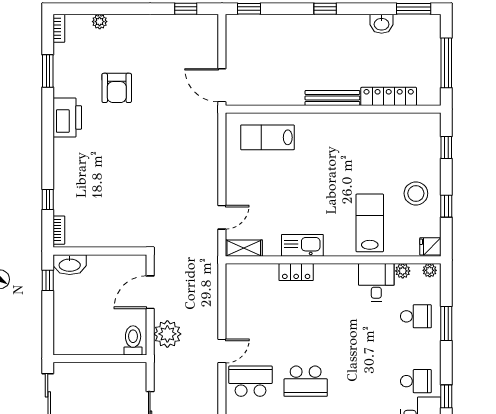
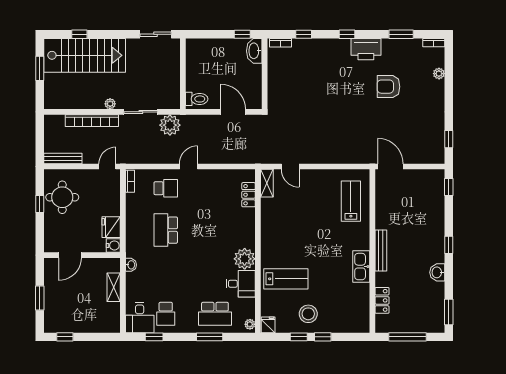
washbasin: (382, 24) -> (437, 272), moved
door: (222, 85) -> (390, 166), hinge flipped
locker: (389, 96) -> (382, 300), width x0.66
window: (48, 142) -> (347, 34), added
window: (446, 147) -> (323, 337), moved
kitchen sink: (302, 245) -> (361, 267), moved, turned 180
plant: (403, 271) -> (245, 259), moved, width x1.88, depth x1.88
locker: (296, 272) -> (249, 195), moved
school desk: (416, 316) -> (215, 314), width x1.85
plant: (167, 334) -> (170, 125), moved
door: (222, 351) -> (189, 166), swing flipped
school desk: (251, 381) -> (166, 188), width x0.54

